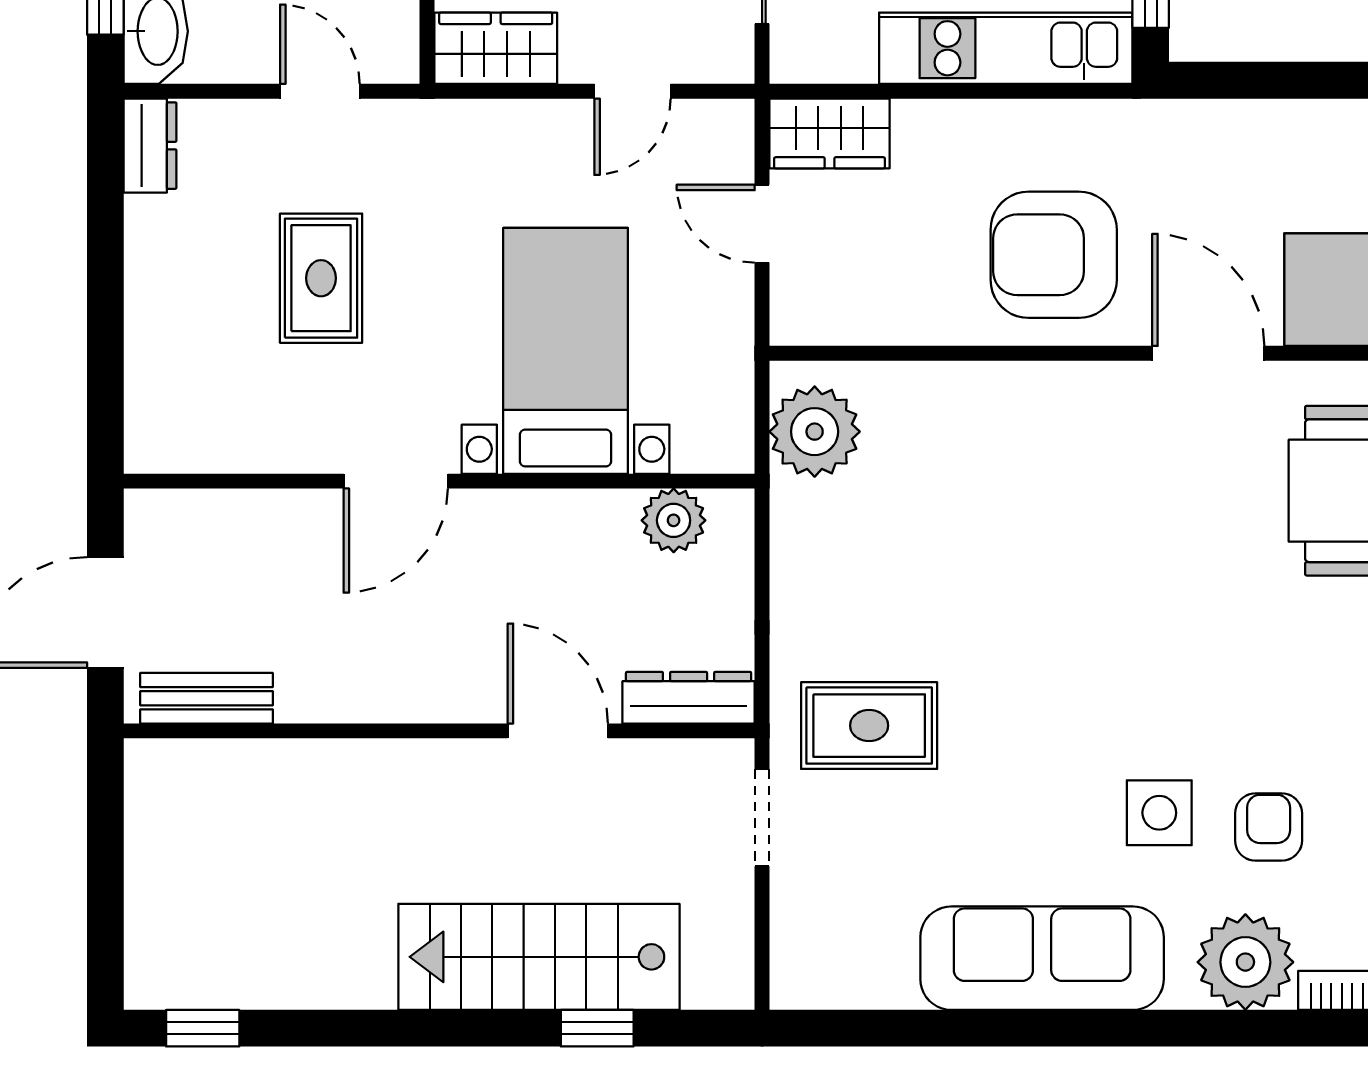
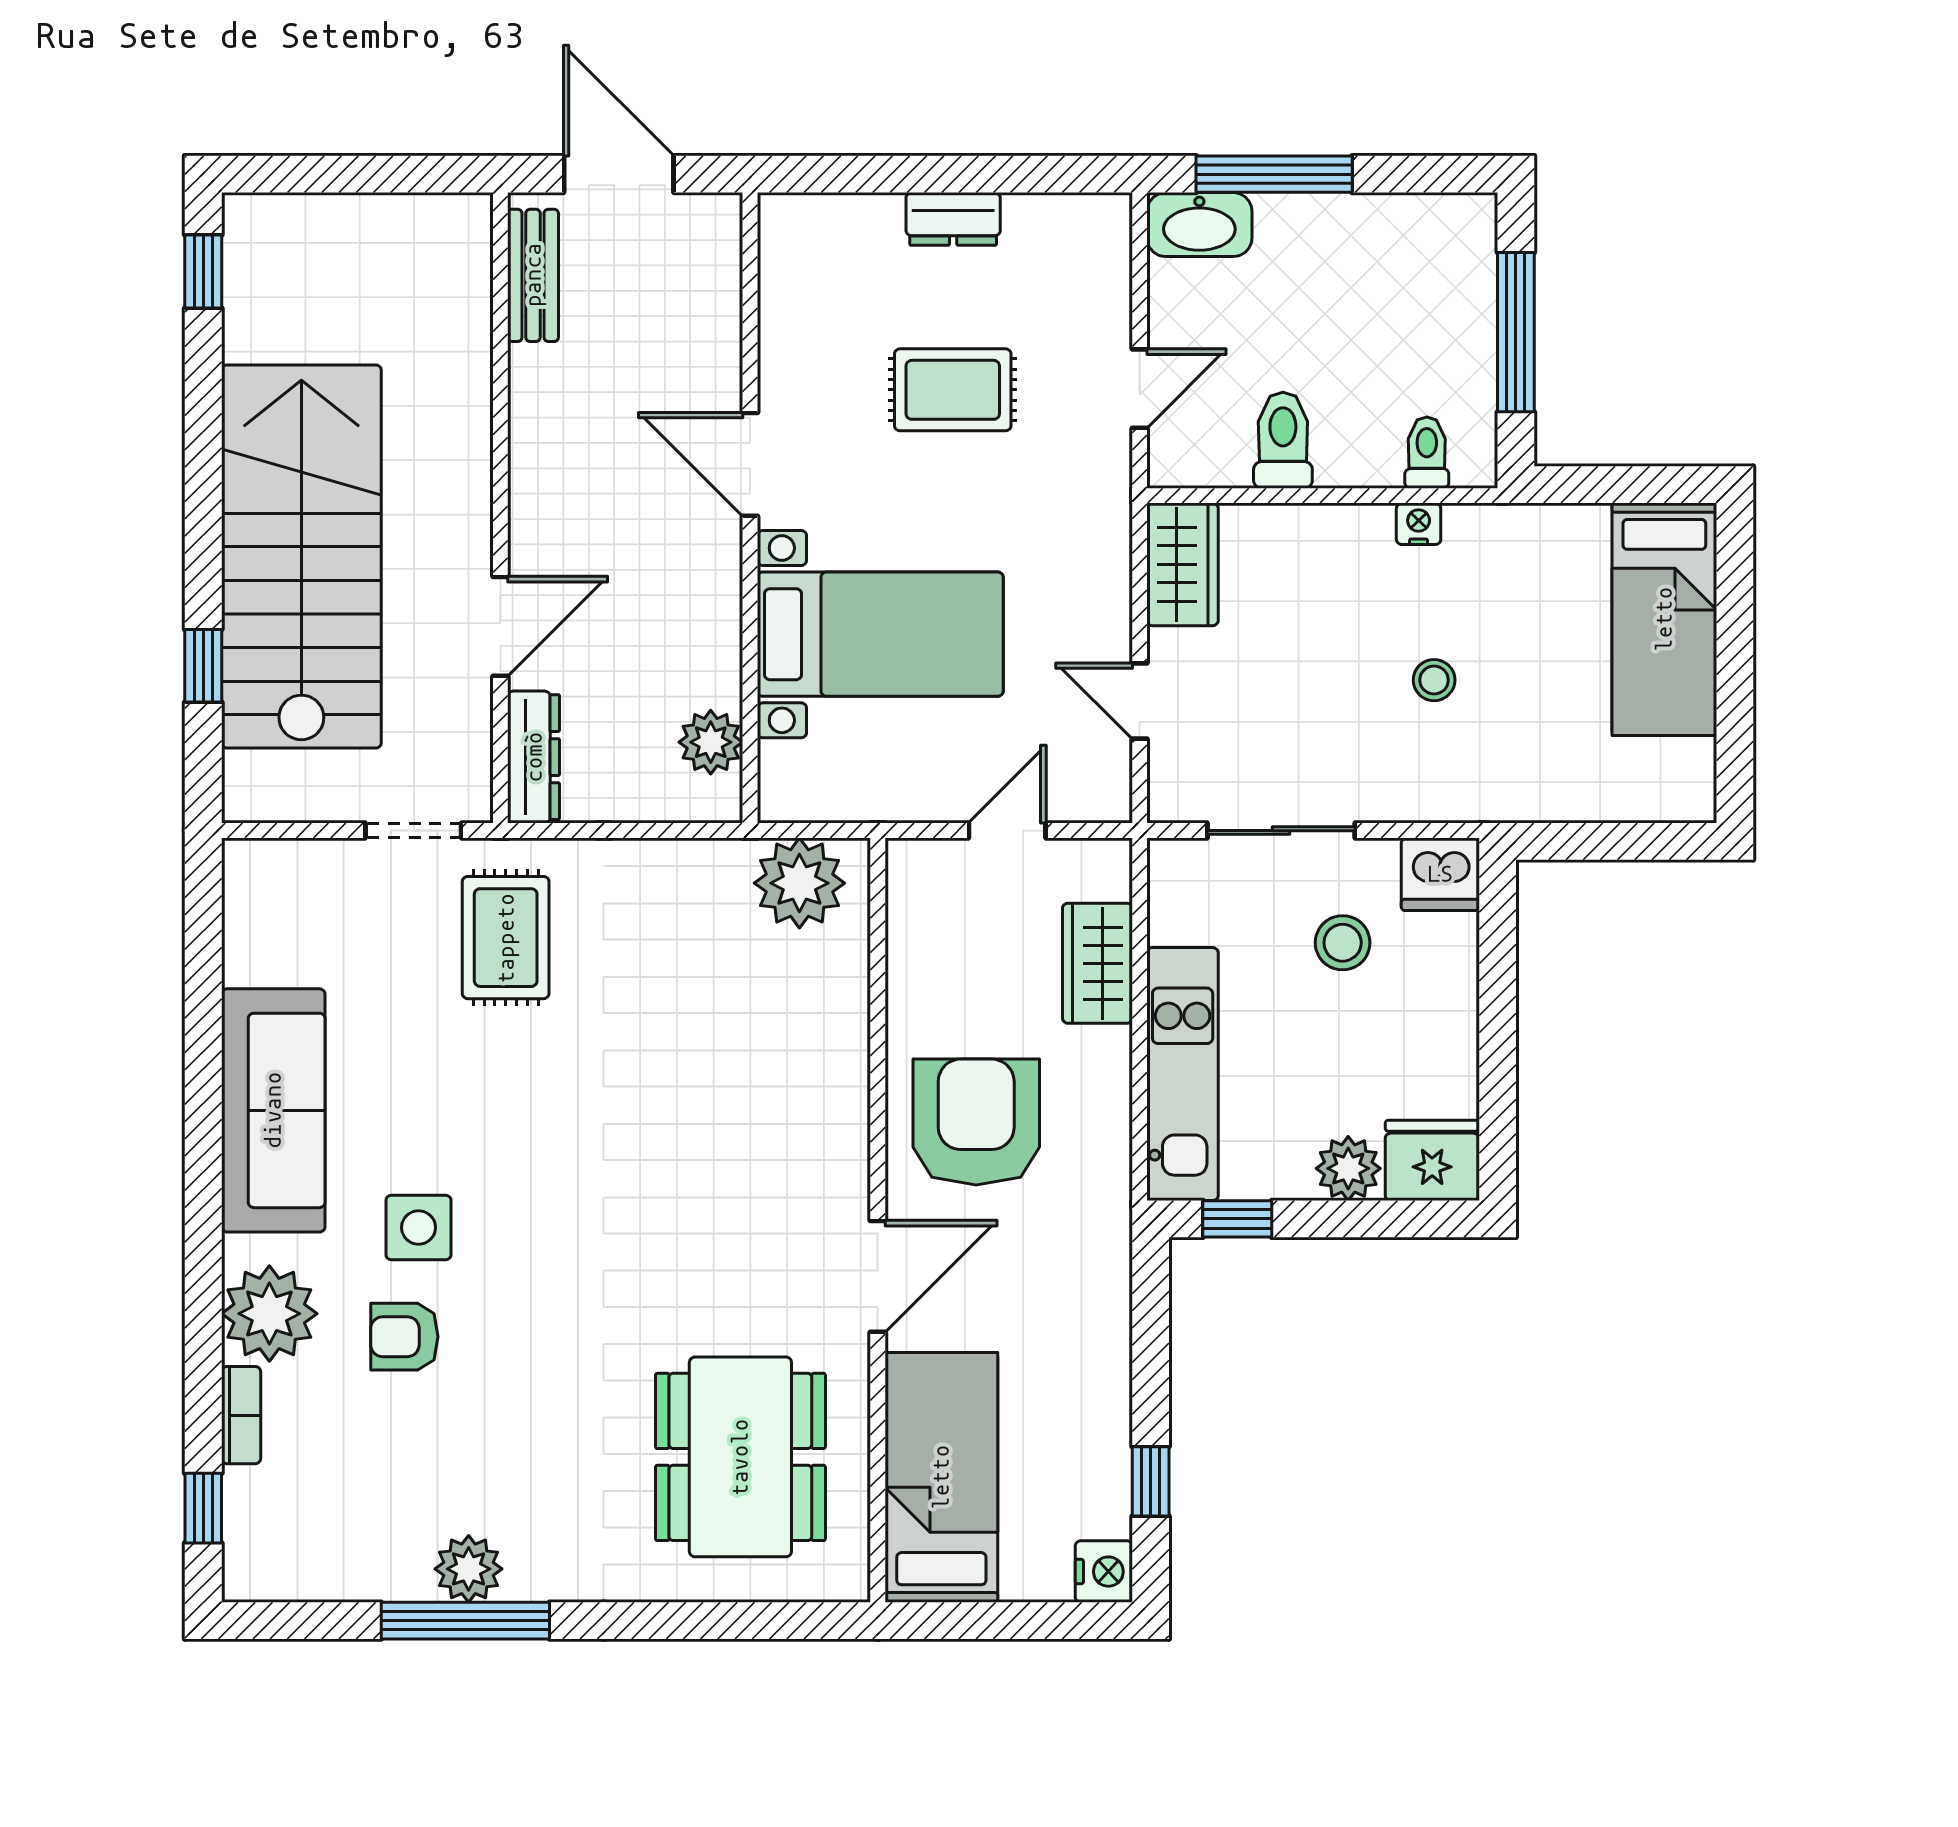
wardrobe: (830, 133) -> (1097, 963), moved
dresser: (150, 146) -> (953, 219), moved
armchair: (1269, 827) -> (404, 1337), turned 180
stairs: (539, 957) -> (301, 556), width x1.36, depth x1.51

